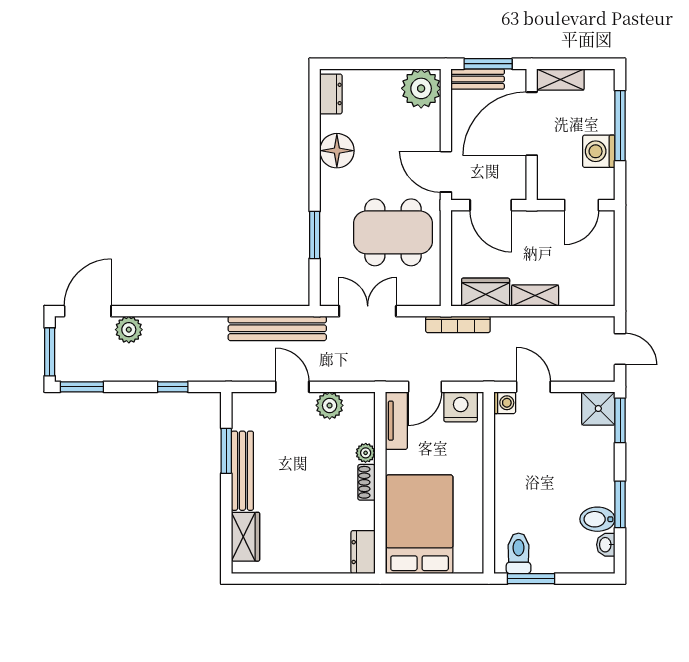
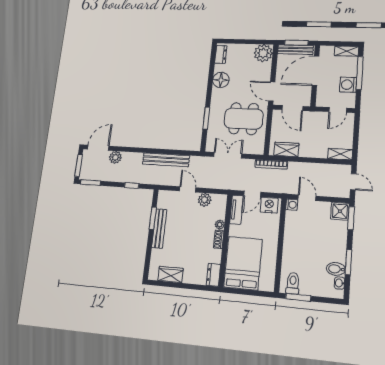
bench: (478, 79) -> (295, 50), width x1.36
shelving: (560, 79) -> (346, 51), moved
shelving: (535, 295) -> (340, 154), moved
bench: (277, 328) -> (166, 160), moved
wardrobe: (245, 537) -> (170, 274), moved, turned -90

